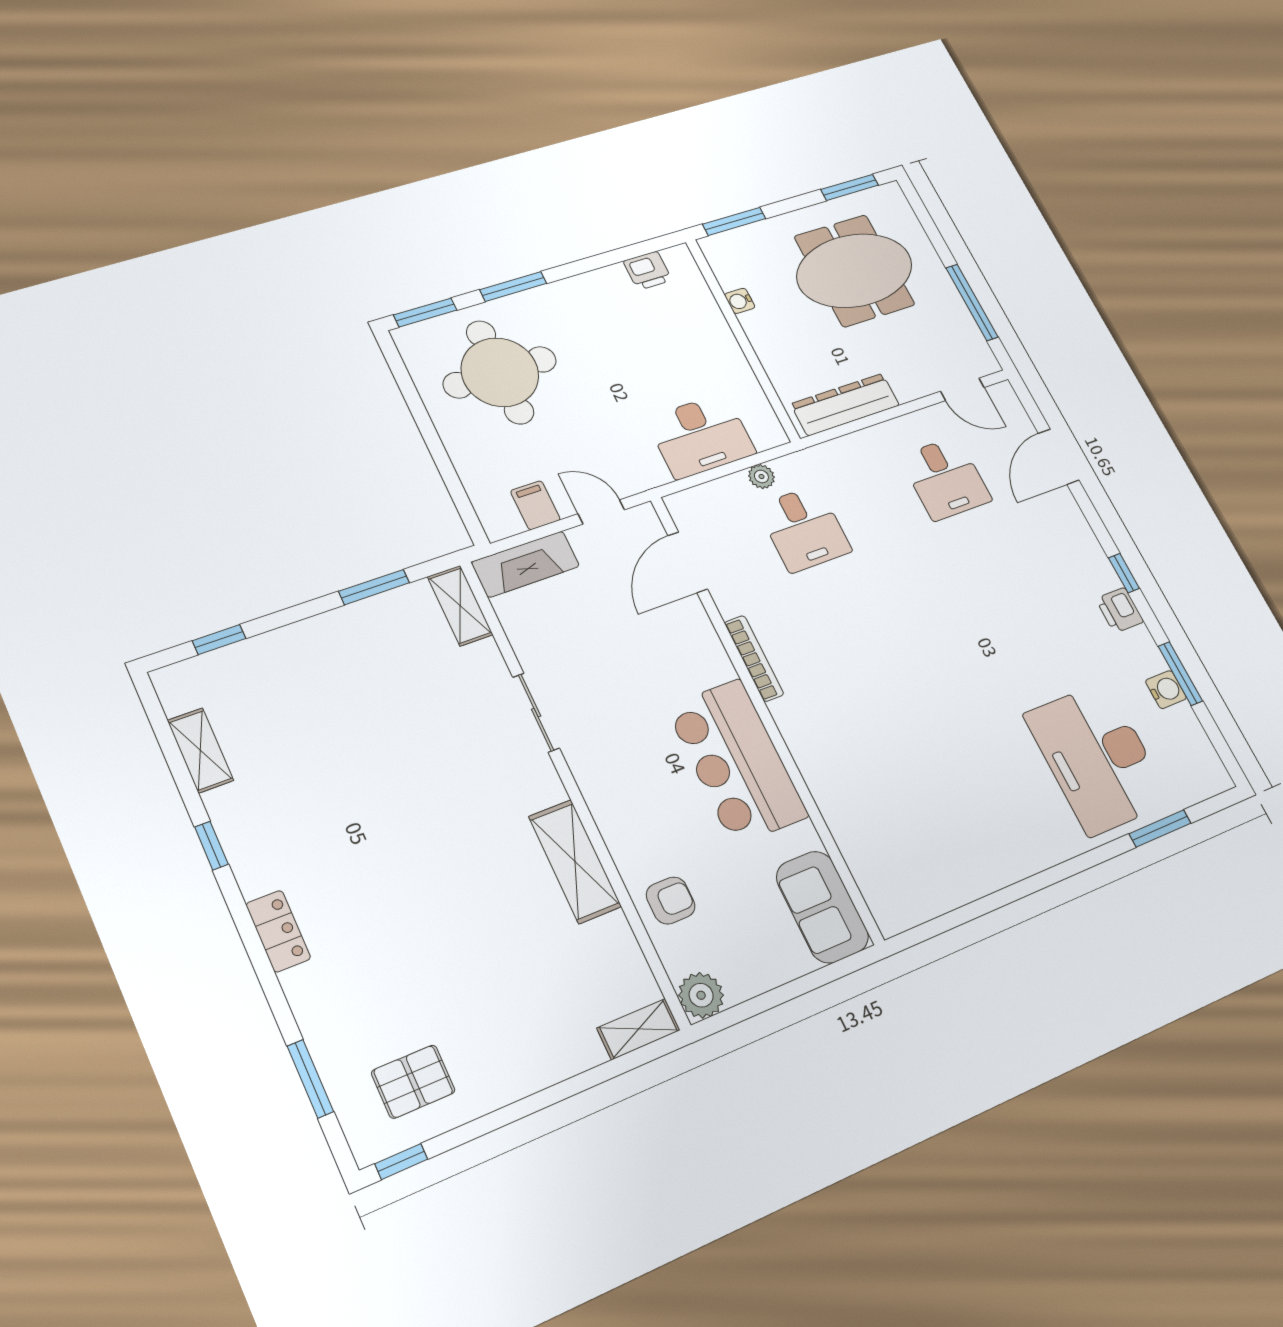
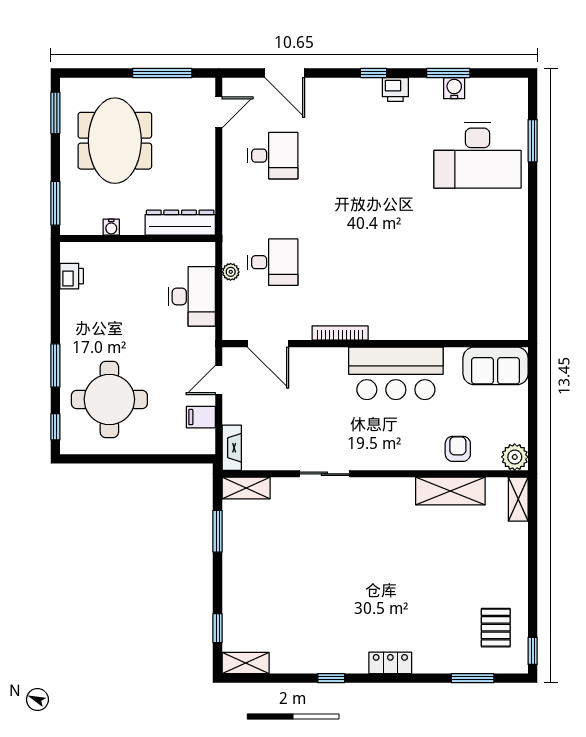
window: (425, 312) -> (55, 427), width x0.67
dresser: (845, 405) -> (180, 223), moved, turned 90
fireplace: (526, 564) -> (232, 448), width x0.73, depth x0.76
shelving: (200, 750) -> (246, 663), moved
shelving: (575, 861) -> (450, 491), moved

